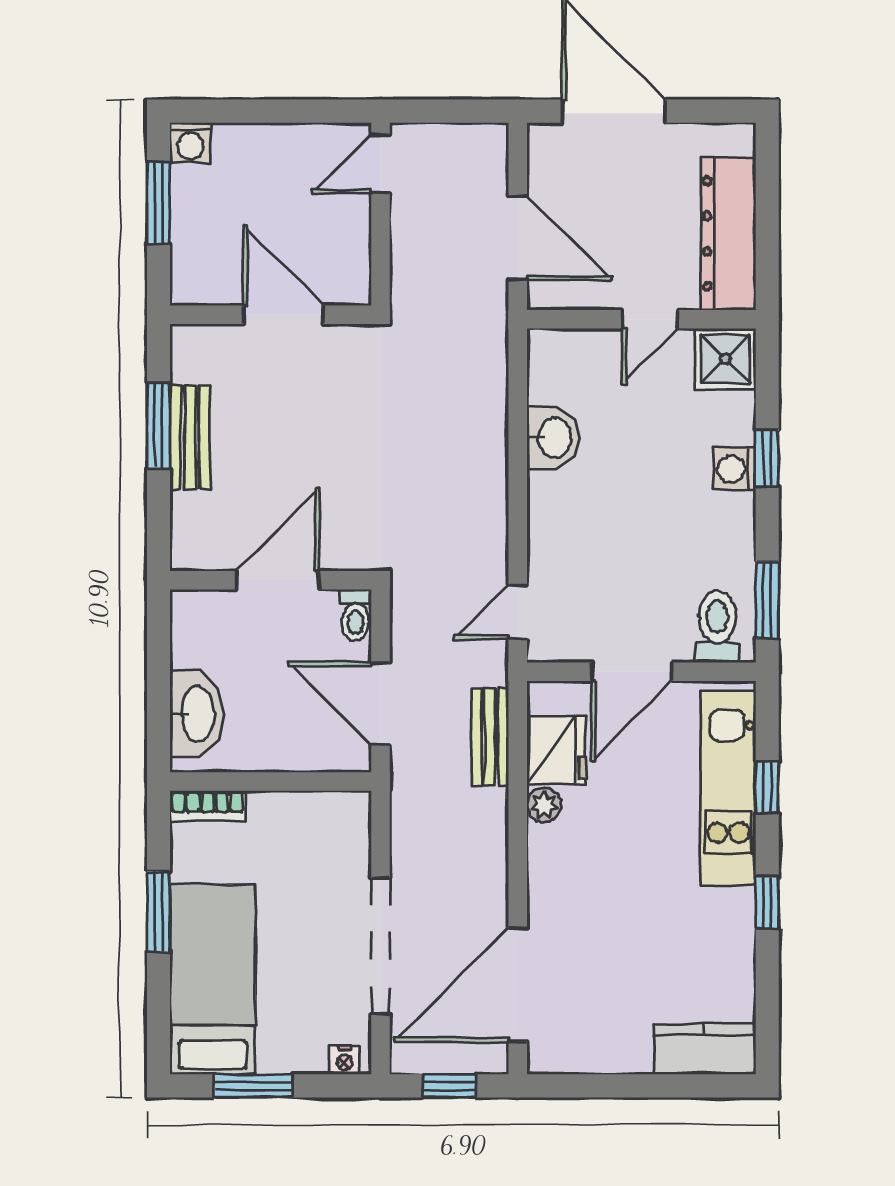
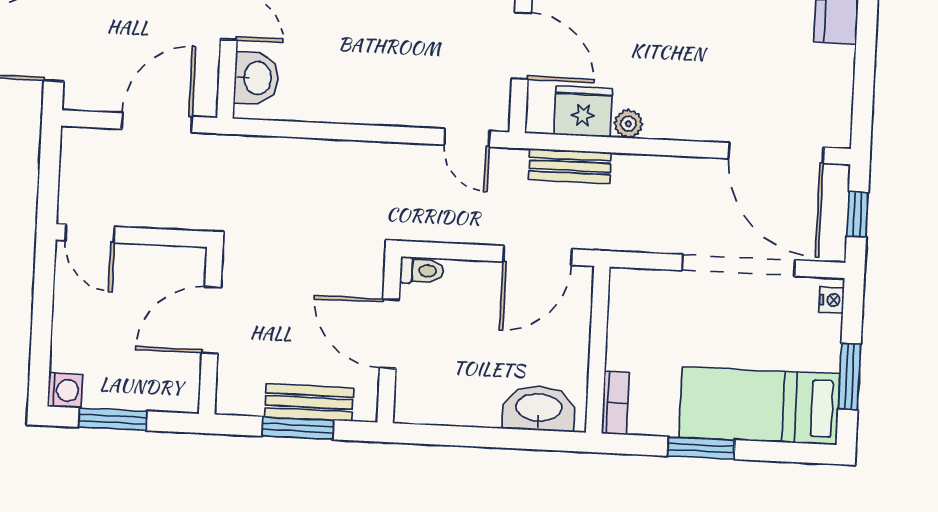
washbasin: (553, 438) -> (256, 78), moved, turned 90
wall: (271, 580) -> (389, 339), moved
door: (277, 580) -> (389, 334), moved
toilet: (355, 615) -> (422, 271), moved

